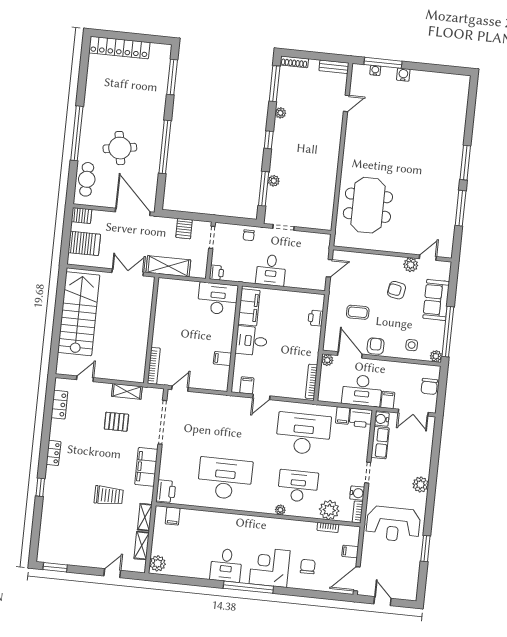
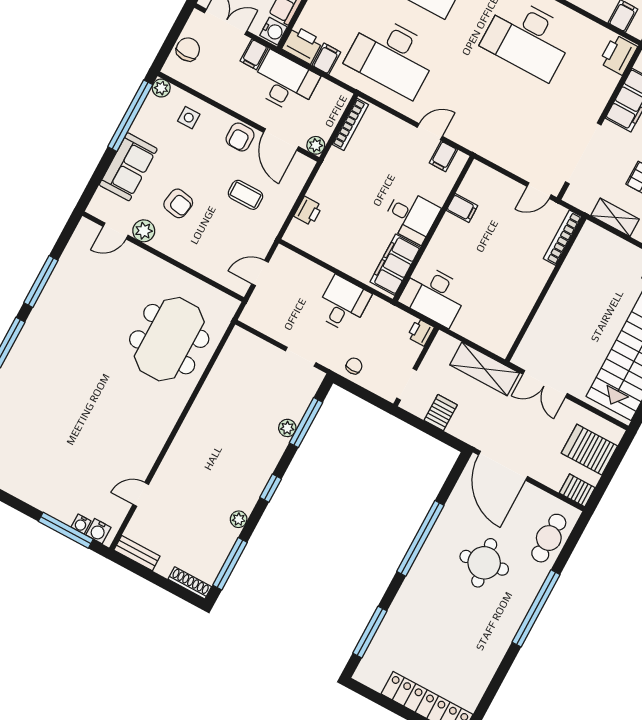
water cooler: (403, 75) -> (98, 531), moved

